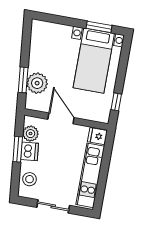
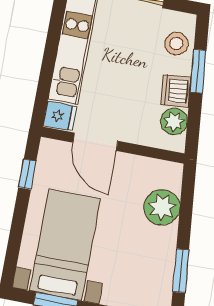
window: (23, 80) -> (181, 271), moved
door: (61, 118) -> (95, 142), moved
window: (18, 149) -> (198, 71), moved

